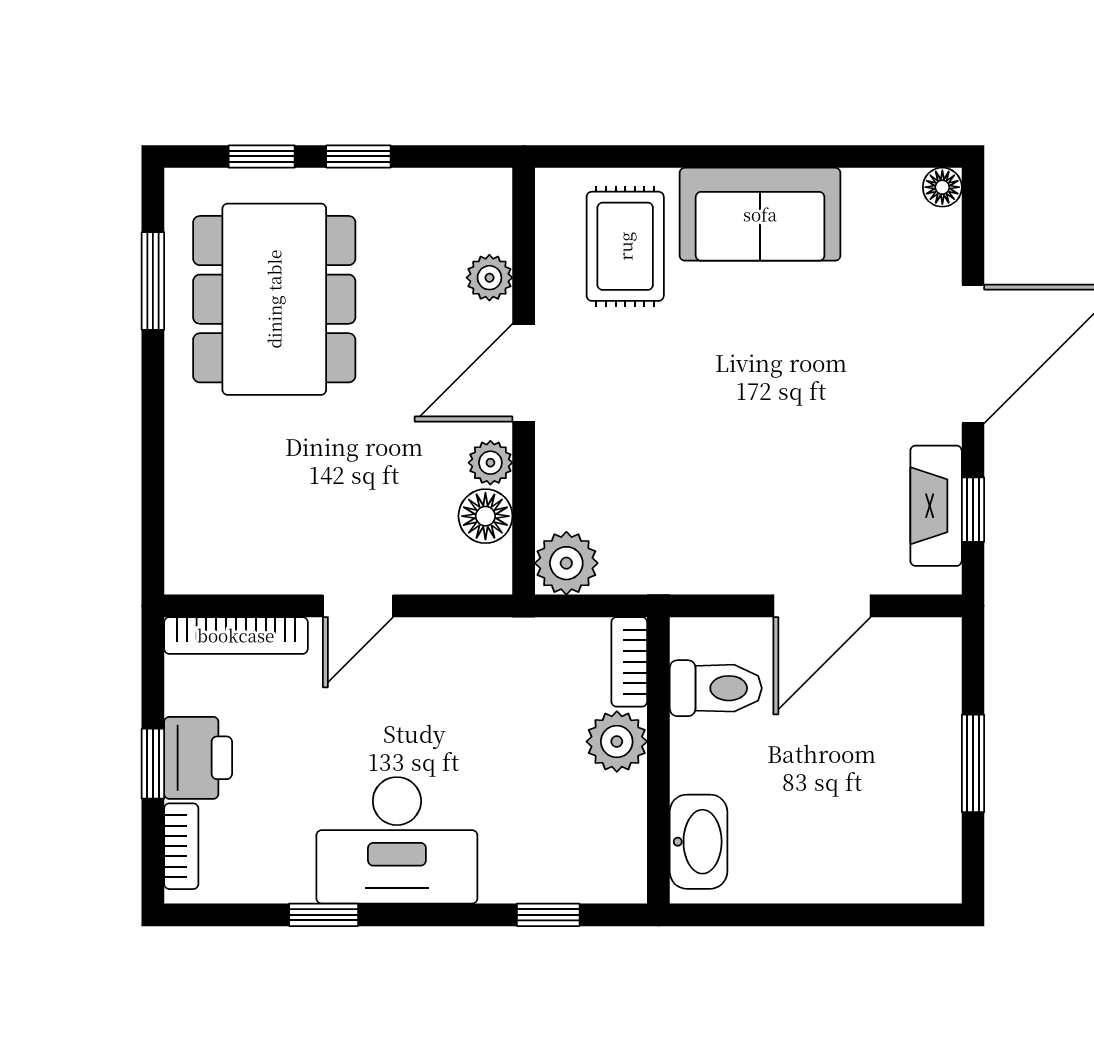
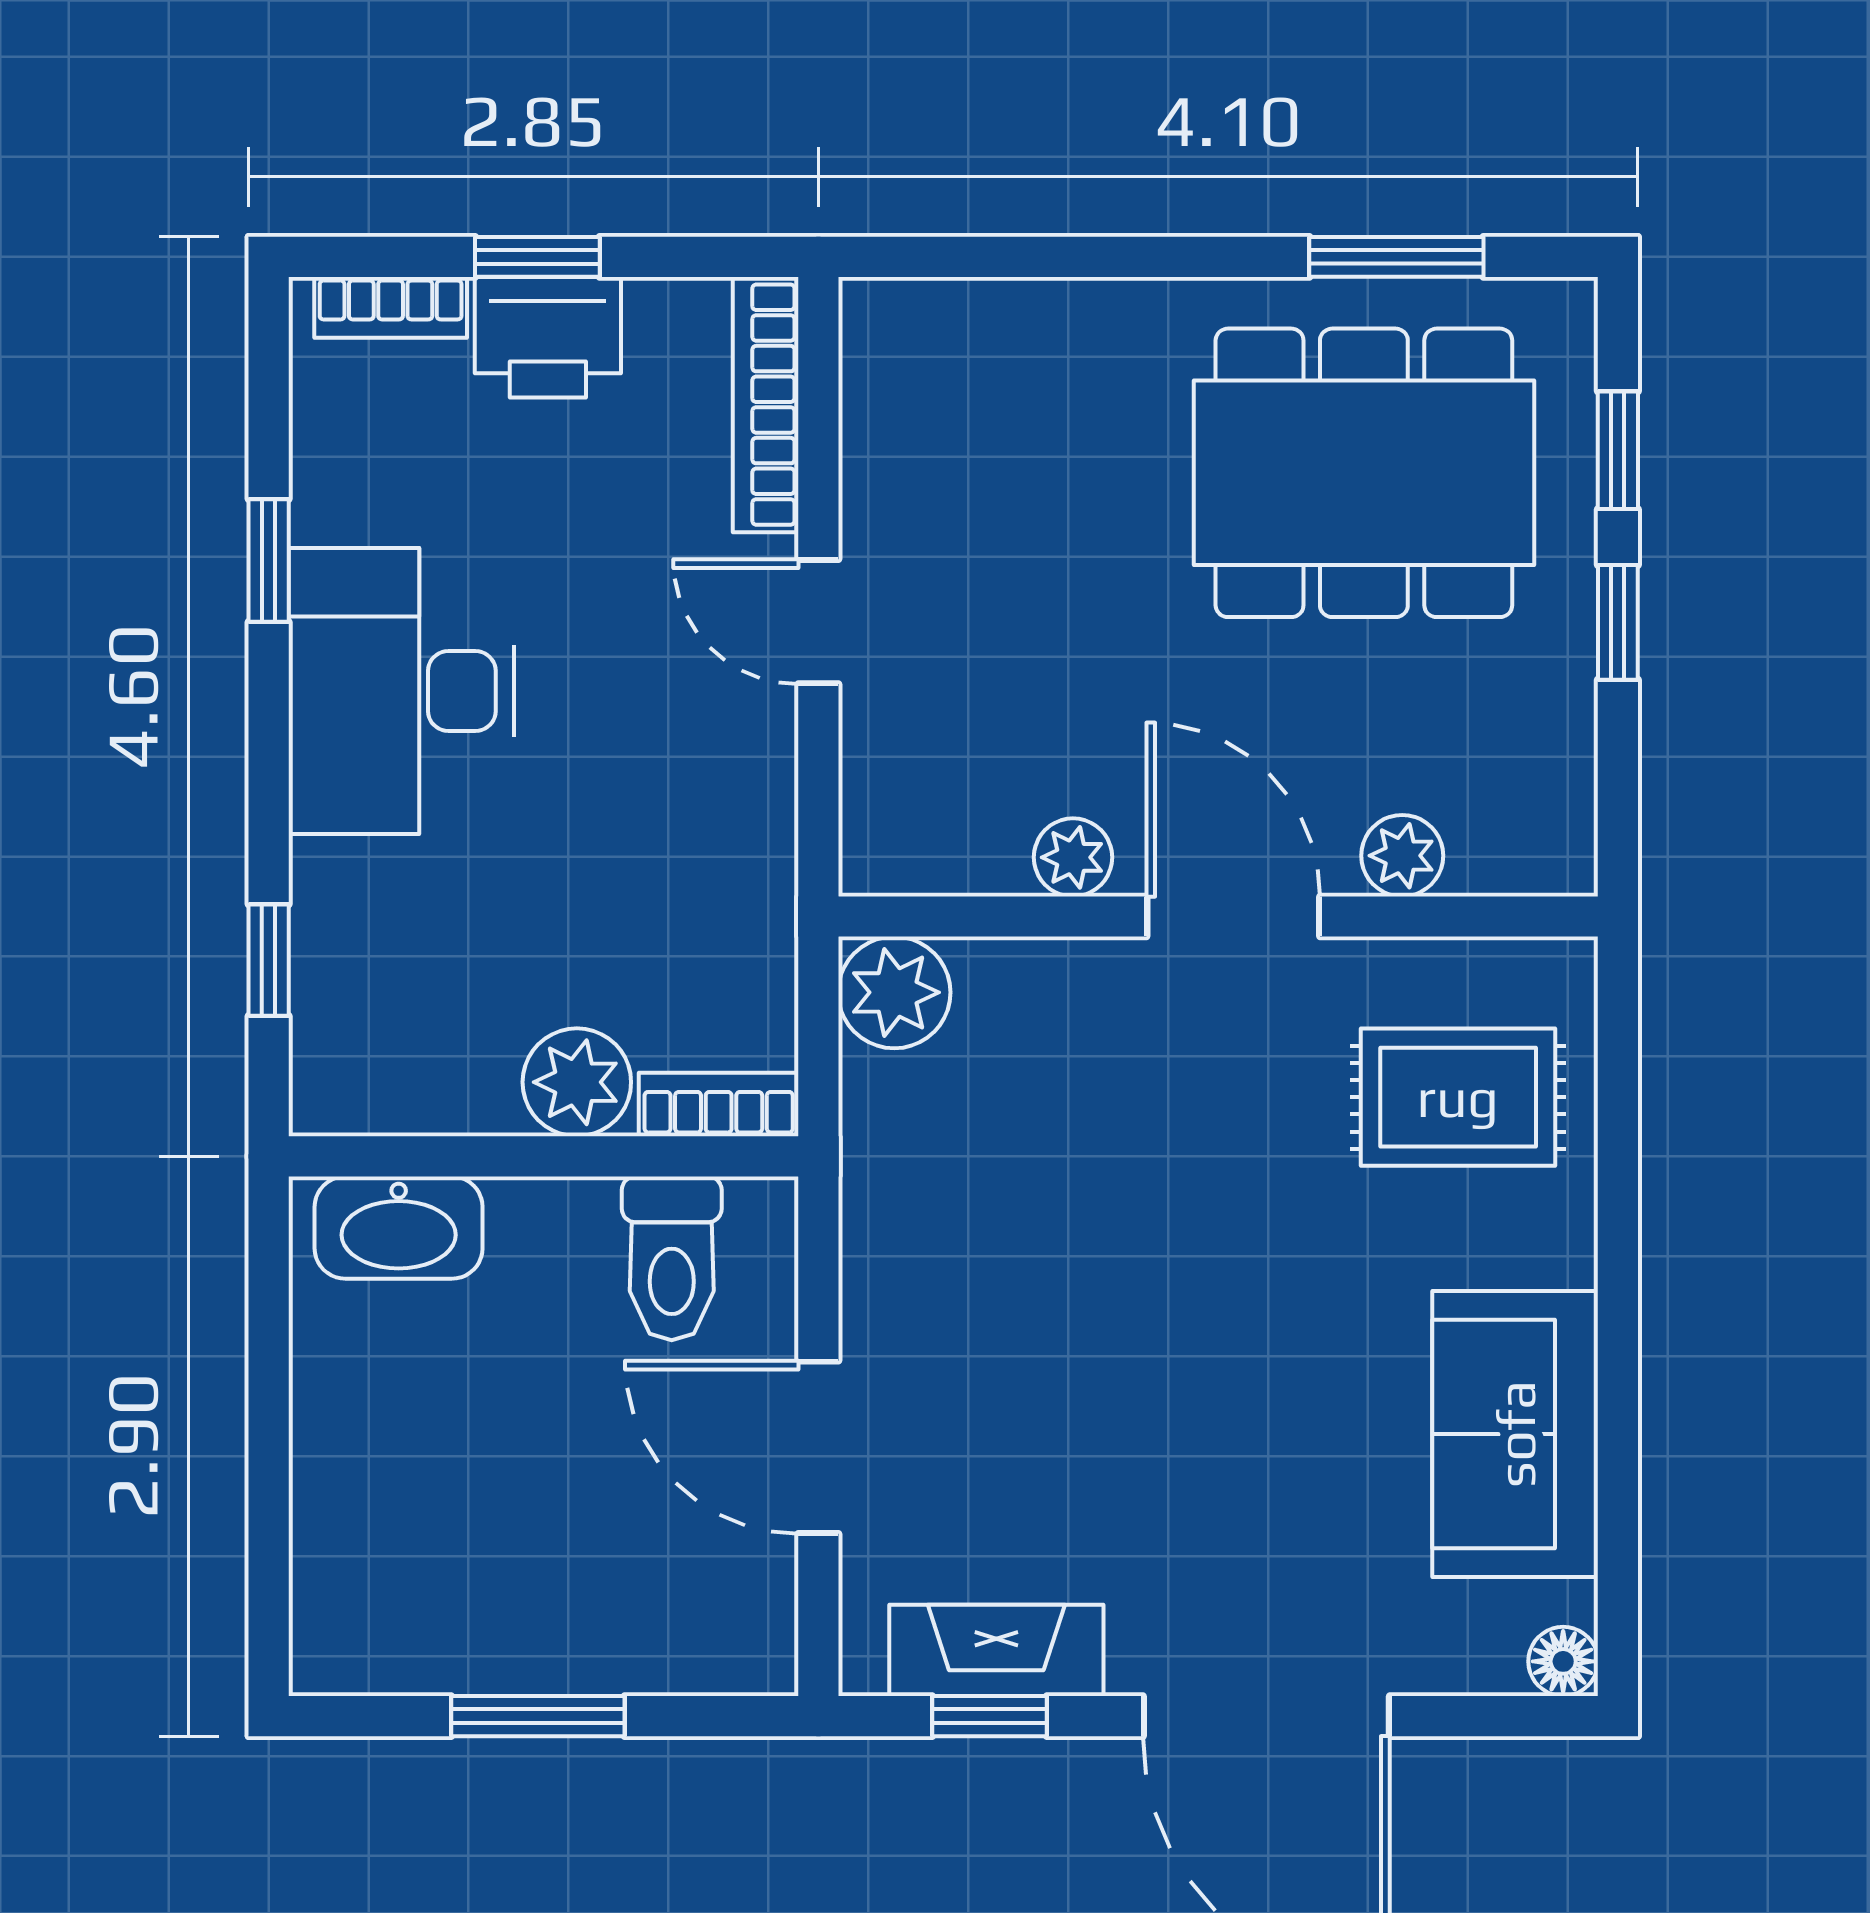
sofa: (760, 214) -> (1515, 1434), moved
floor lamp: (485, 516) -> (978, 849), removed

